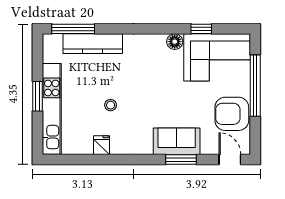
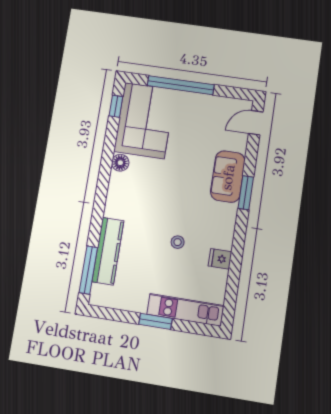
window: (201, 29) -> (116, 106), moved
kitchen unit: (52, 109) -> (185, 310), width x0.73
armchair: (232, 114) -> (207, 114), removed
window: (181, 160) -> (246, 193), moved

